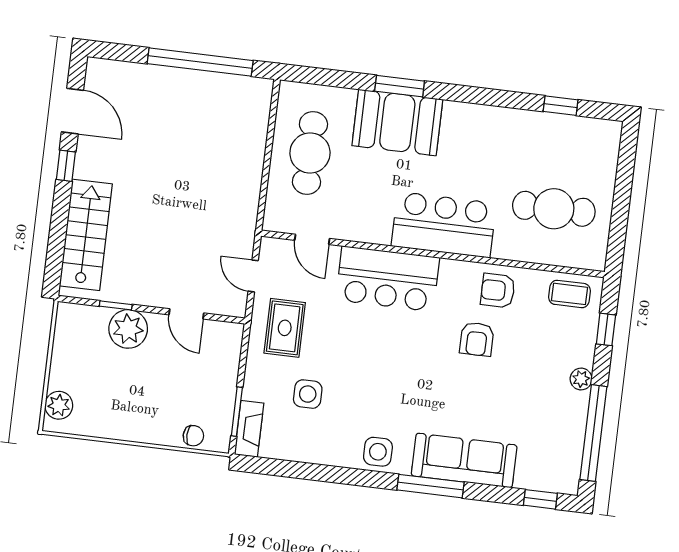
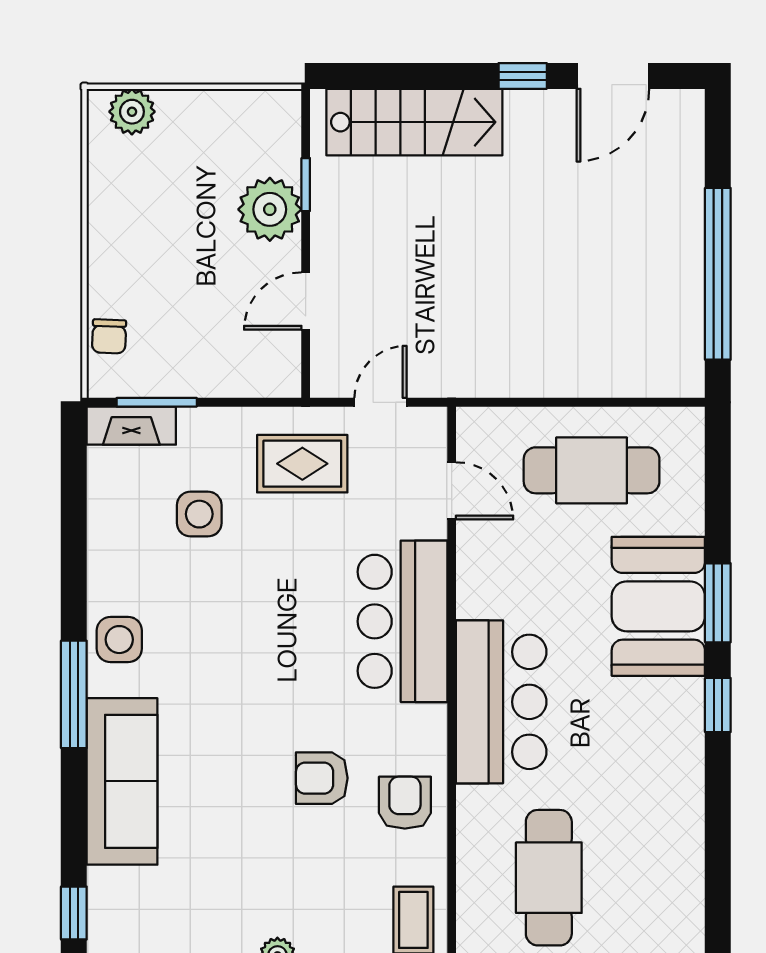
window: (561, 106) -> (718, 705), moved
door: (312, 239) -> (452, 491), swing flipped
window: (430, 486) -> (74, 694), moved

